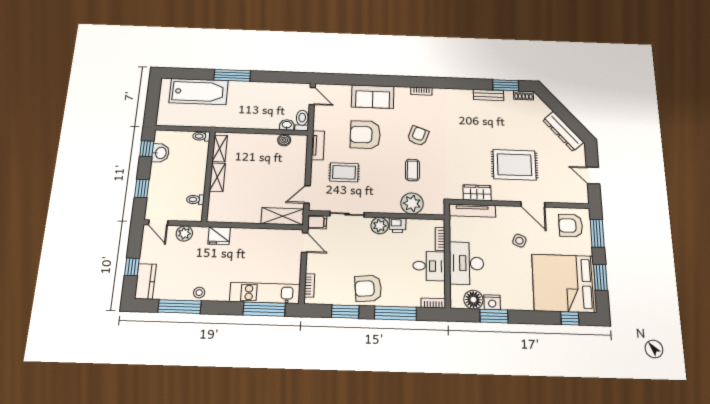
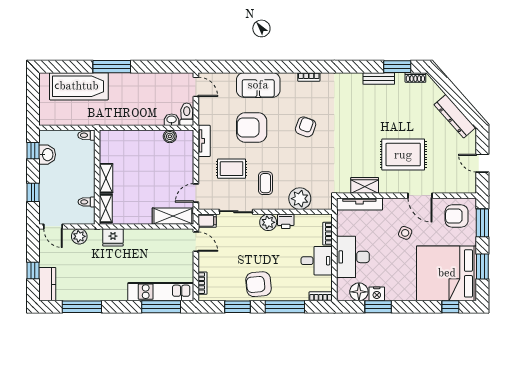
shelving: (220, 148) -> (106, 208), moved
coffee table: (412, 170) -> (265, 183), moved
stool: (199, 293) -> (99, 293), removed

